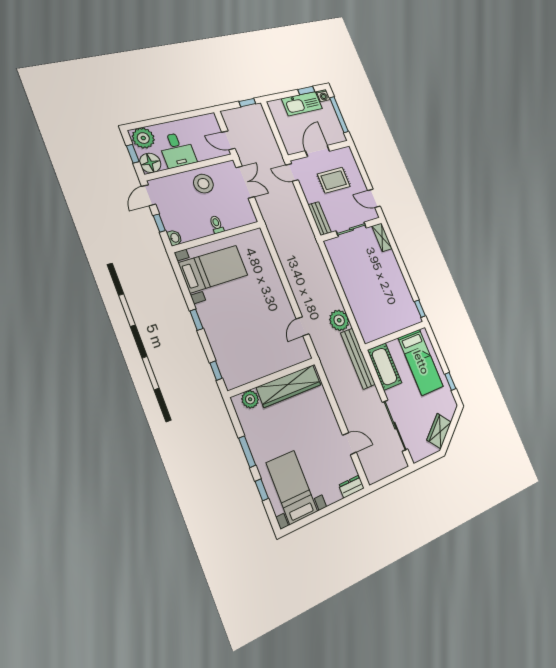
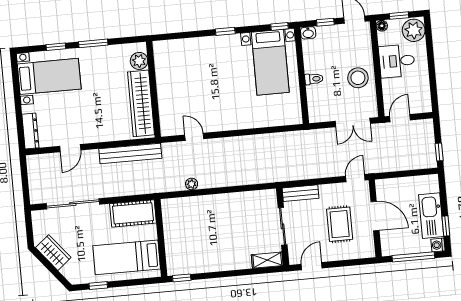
floor lamp: (150, 163) -> (382, 26), width x0.53, depth x0.53
plant: (339, 320) -> (192, 184), width x0.53, depth x0.53
bench: (358, 359) -> (130, 153), moved
window: (216, 371) -> (280, 26), moved
dresser: (351, 487) -> (30, 131), width x1.44

